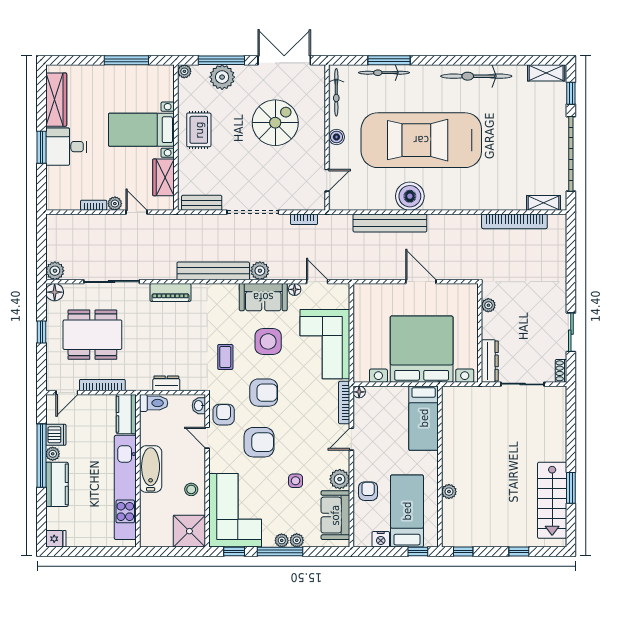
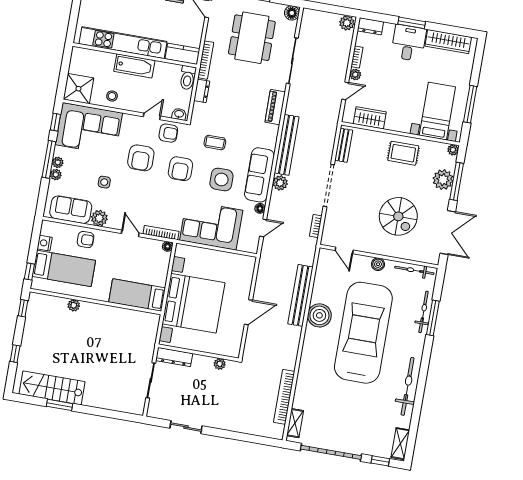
bed with nightstands: (141, 130) -> (437, 111), moved
dresser: (54, 196) -> (370, 26), added
plant: (55, 271) -> (347, 23), moved
sofa: (263, 297) -> (259, 175), width x1.36
shoe rack: (561, 371) -> (156, 413), removed
bookcase: (102, 385) -> (206, 60), moved

